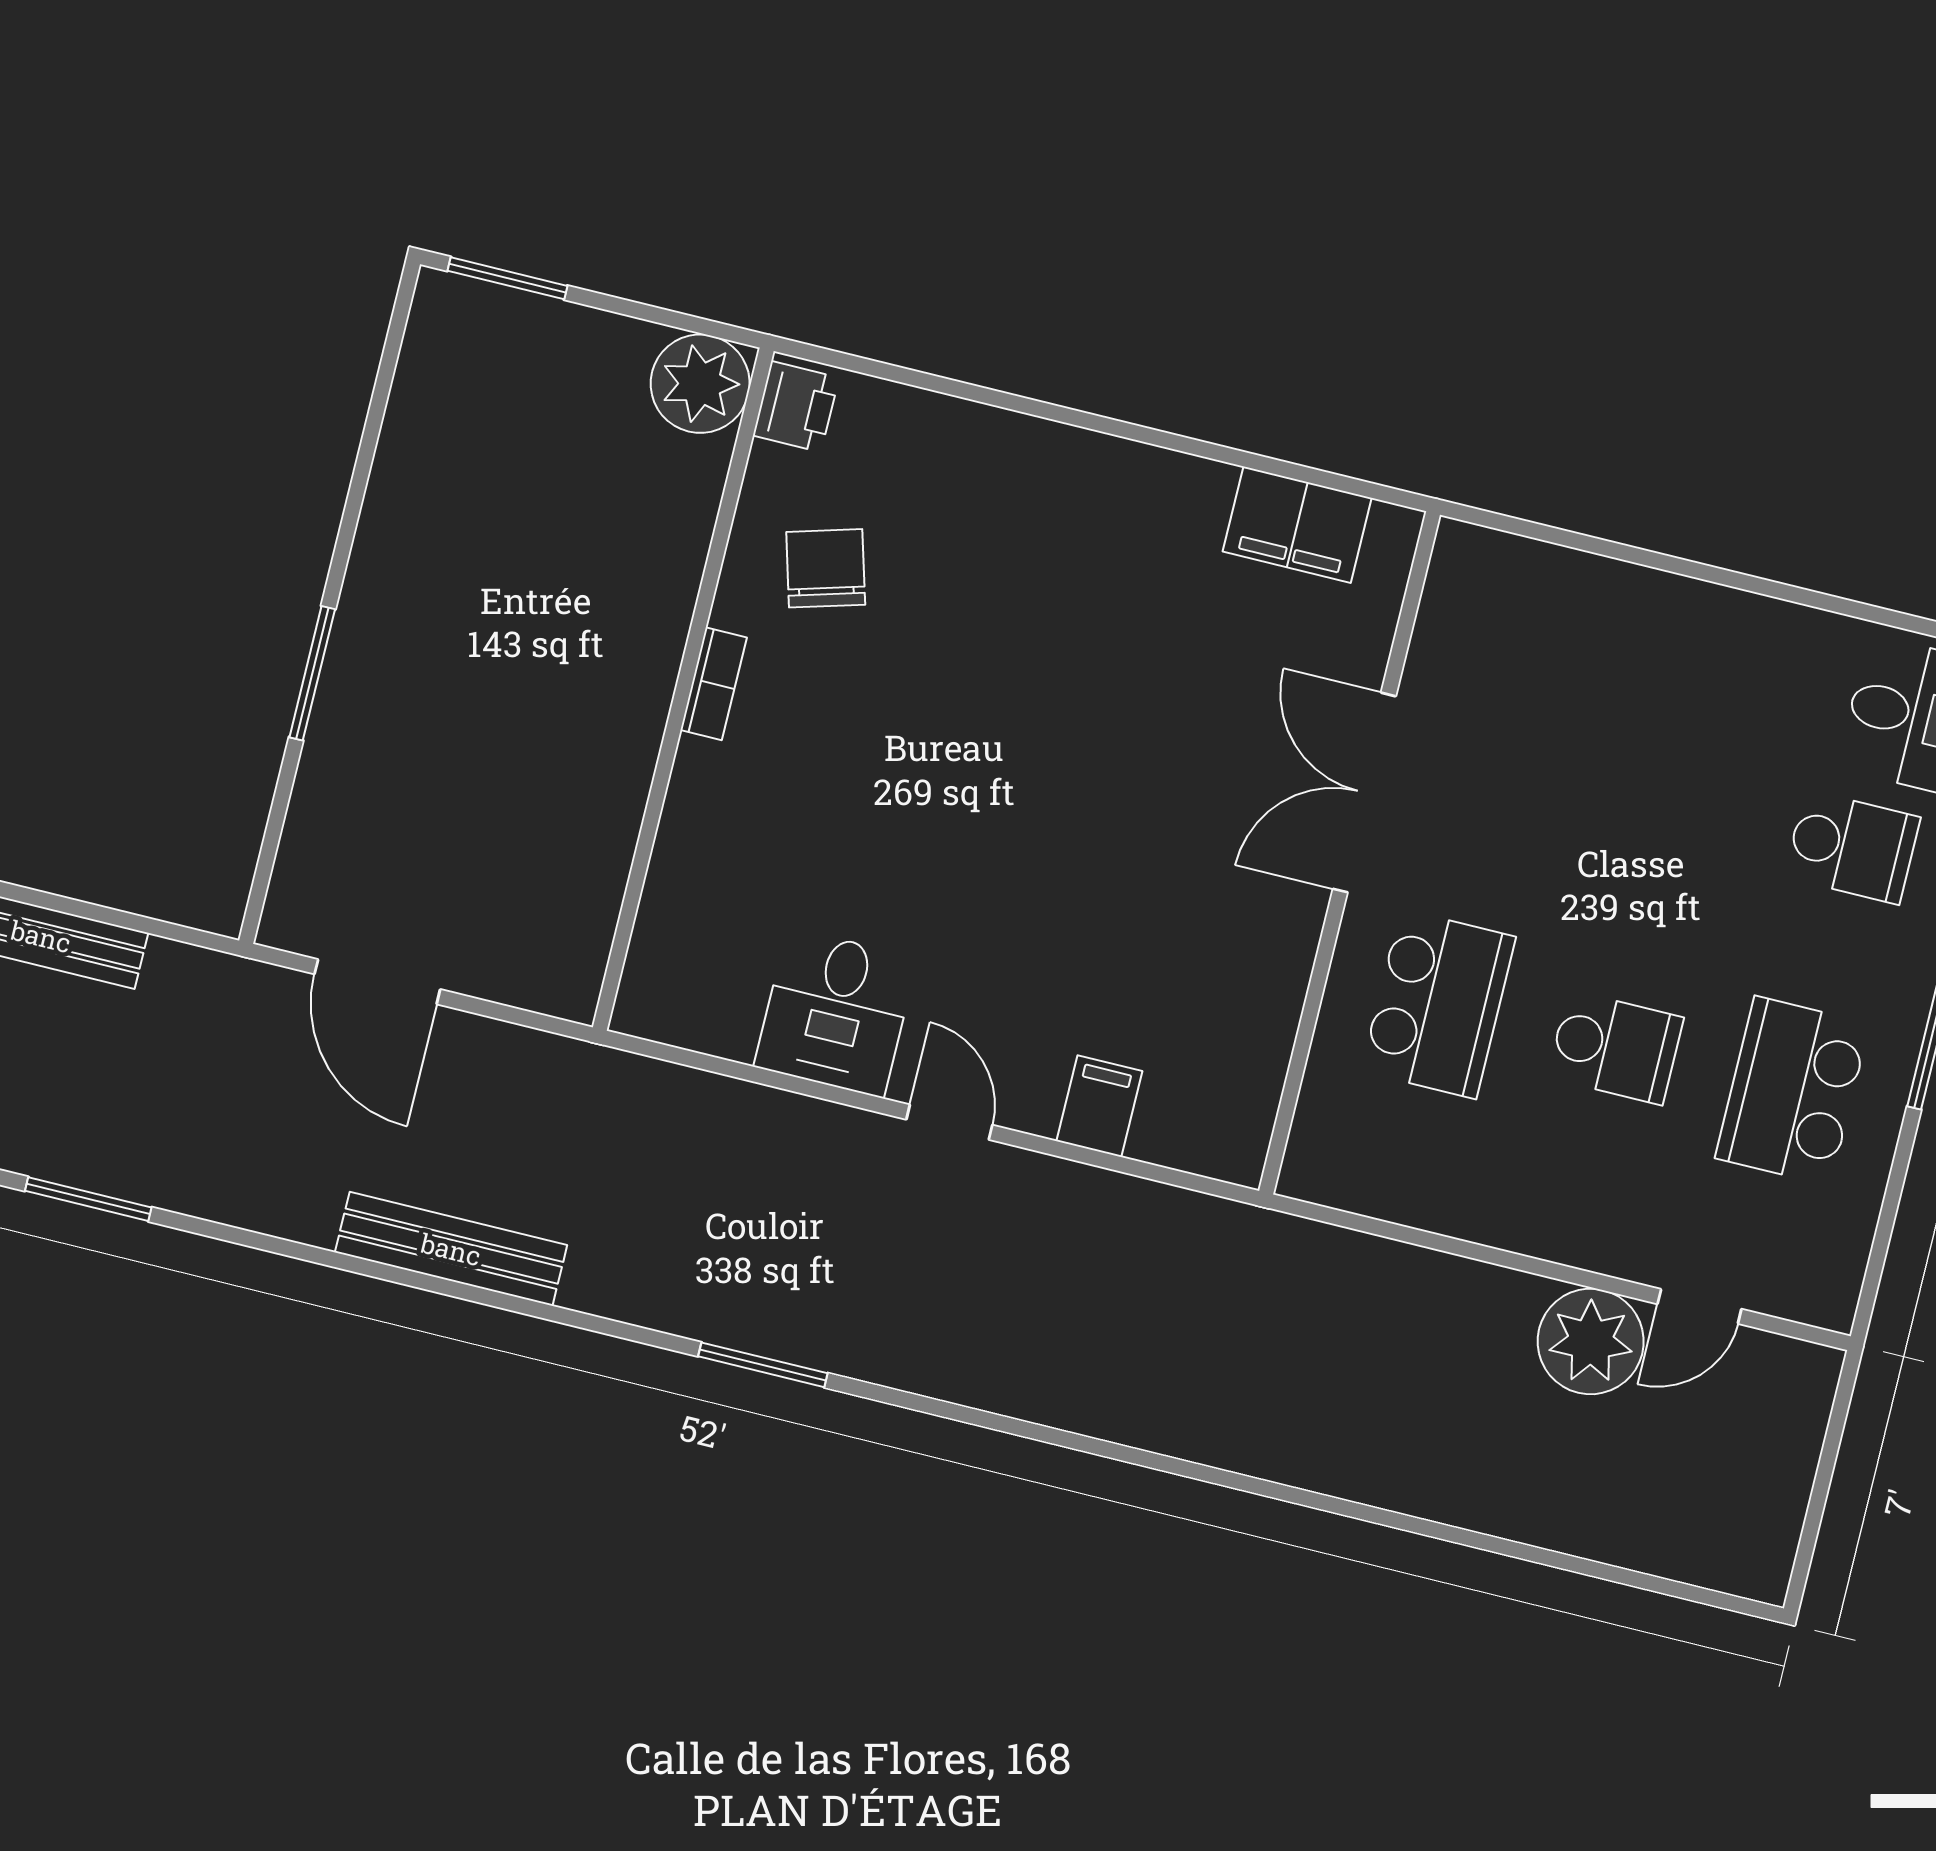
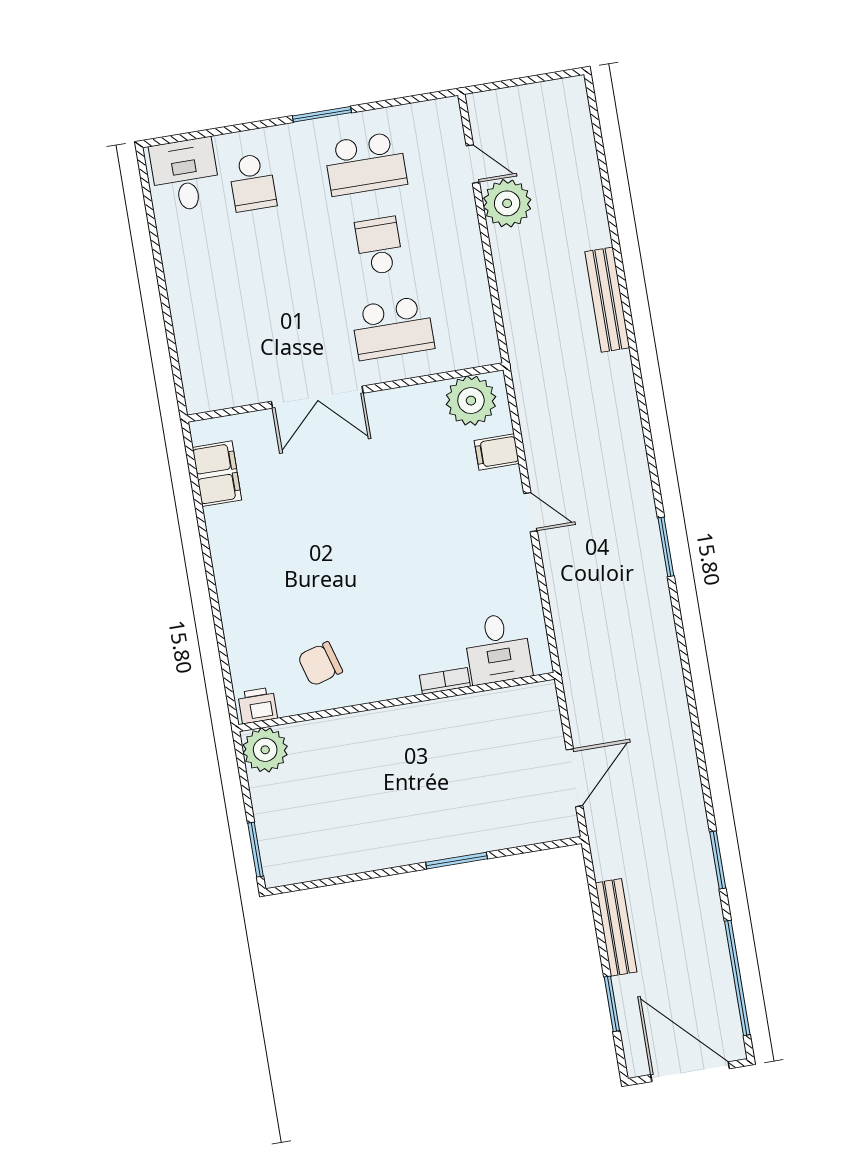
bookcase: (714, 684) -> (445, 681), moved
school desk: (1852, 847) -> (252, 182), turned 180
school desk: (1438, 1004) -> (393, 328), turned 180
desk: (836, 1013) -> (498, 648), moved, turned 90
plant: (1225, 1099) -> (471, 401), added
door: (949, 1122) -> (530, 512), swing flipped
bench: (451, 1249) -> (607, 300), moved

